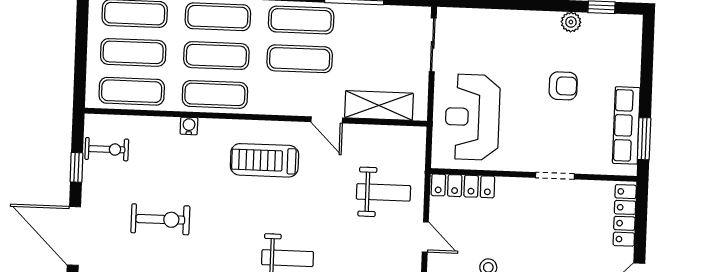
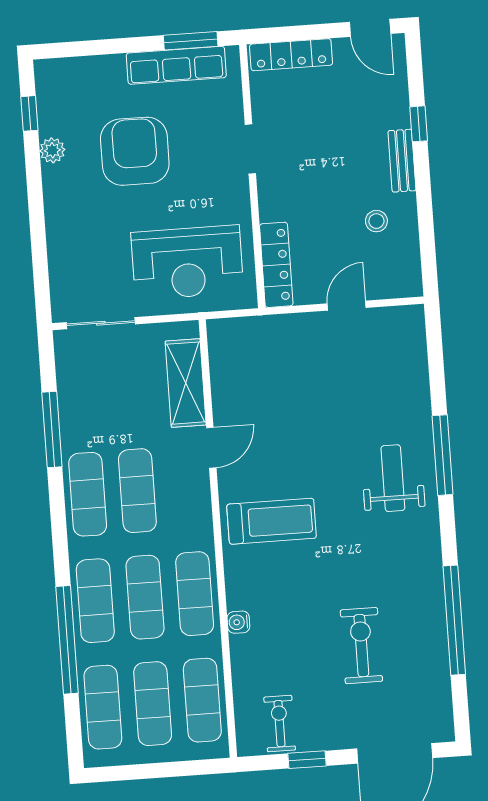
armchair: (563, 86) -> (135, 151), width x1.88, depth x1.88
treadmill: (264, 160) -> (272, 521), turned -90
weight bench: (383, 192) -> (296, 365), removed

